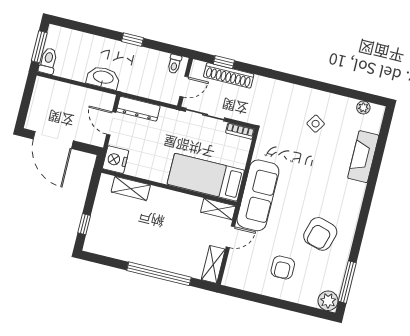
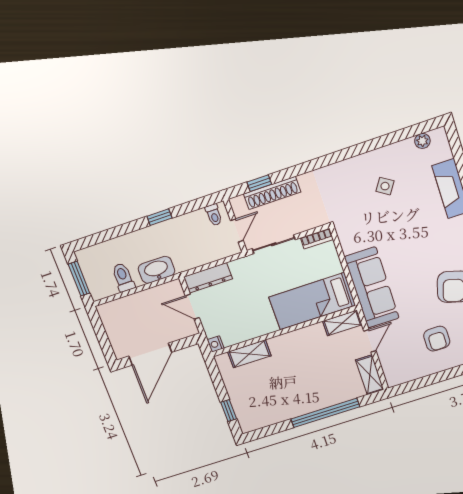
toilet: (48, 61) -> (123, 277), moved
door: (53, 140) -> (150, 354), hinge flipped
nightstand: (116, 160) -> (215, 344), width x0.53, depth x0.56

